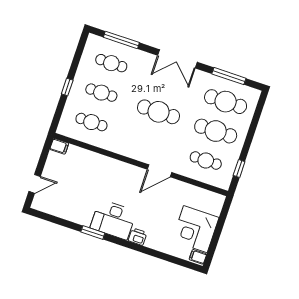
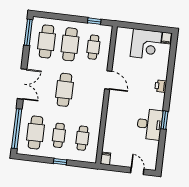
window: (121, 40) -> (17, 129), width x1.46
cafe table: (111, 63) -> (35, 132), width x1.37, depth x1.35
window: (229, 76) -> (28, 32), moved
desk: (113, 220) -> (150, 124), moved

